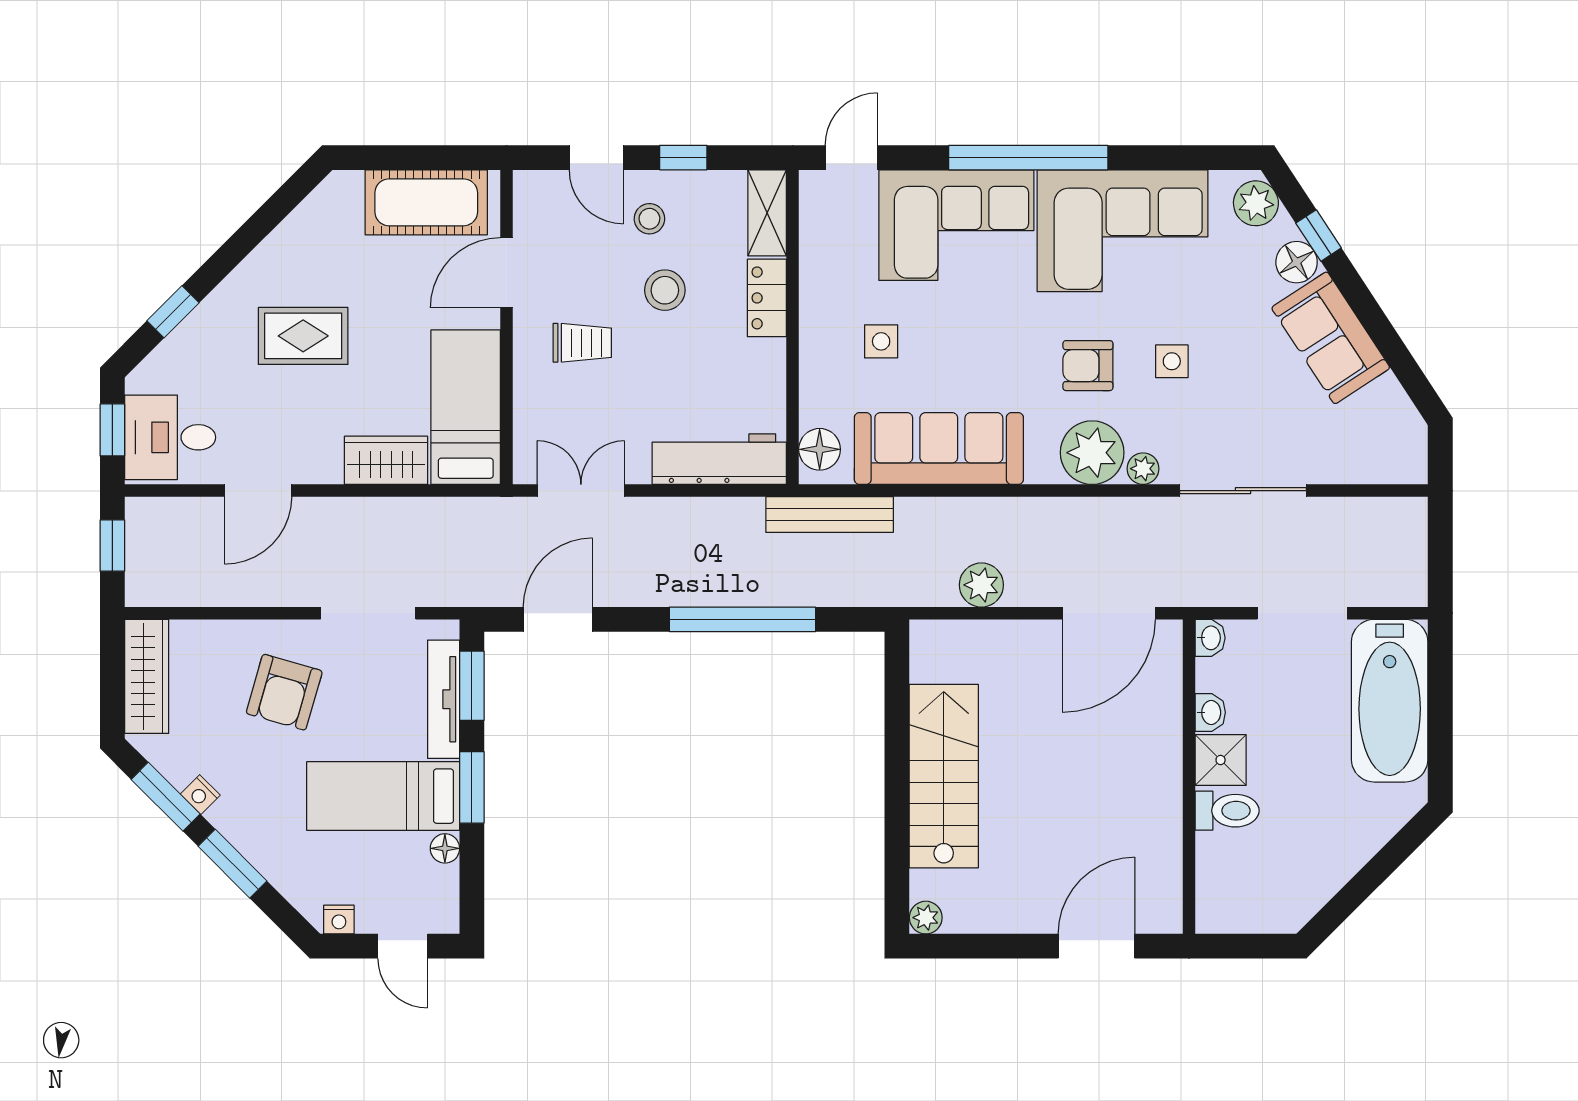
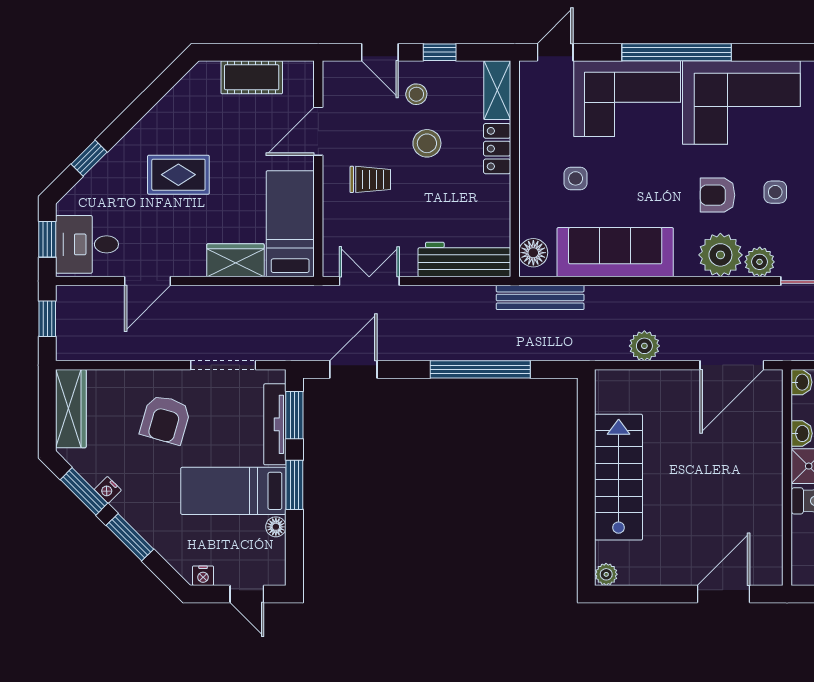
cot: (426, 202) -> (252, 77), width x0.73, depth x0.75
plant: (1143, 469) -> (760, 262), width x1.38, depth x1.38

